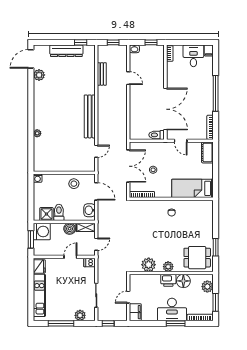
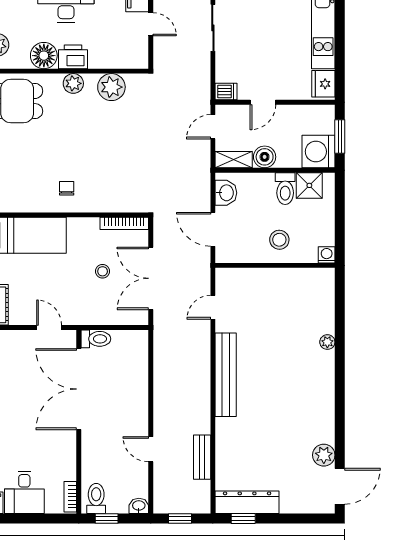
dresser: (66, 51) -> (247, 502), moved
toilet: (156, 53) -> (96, 498), added
stool: (74, 184) -> (279, 240), moved
door: (128, 297) -> (151, 24), hinge flipped

